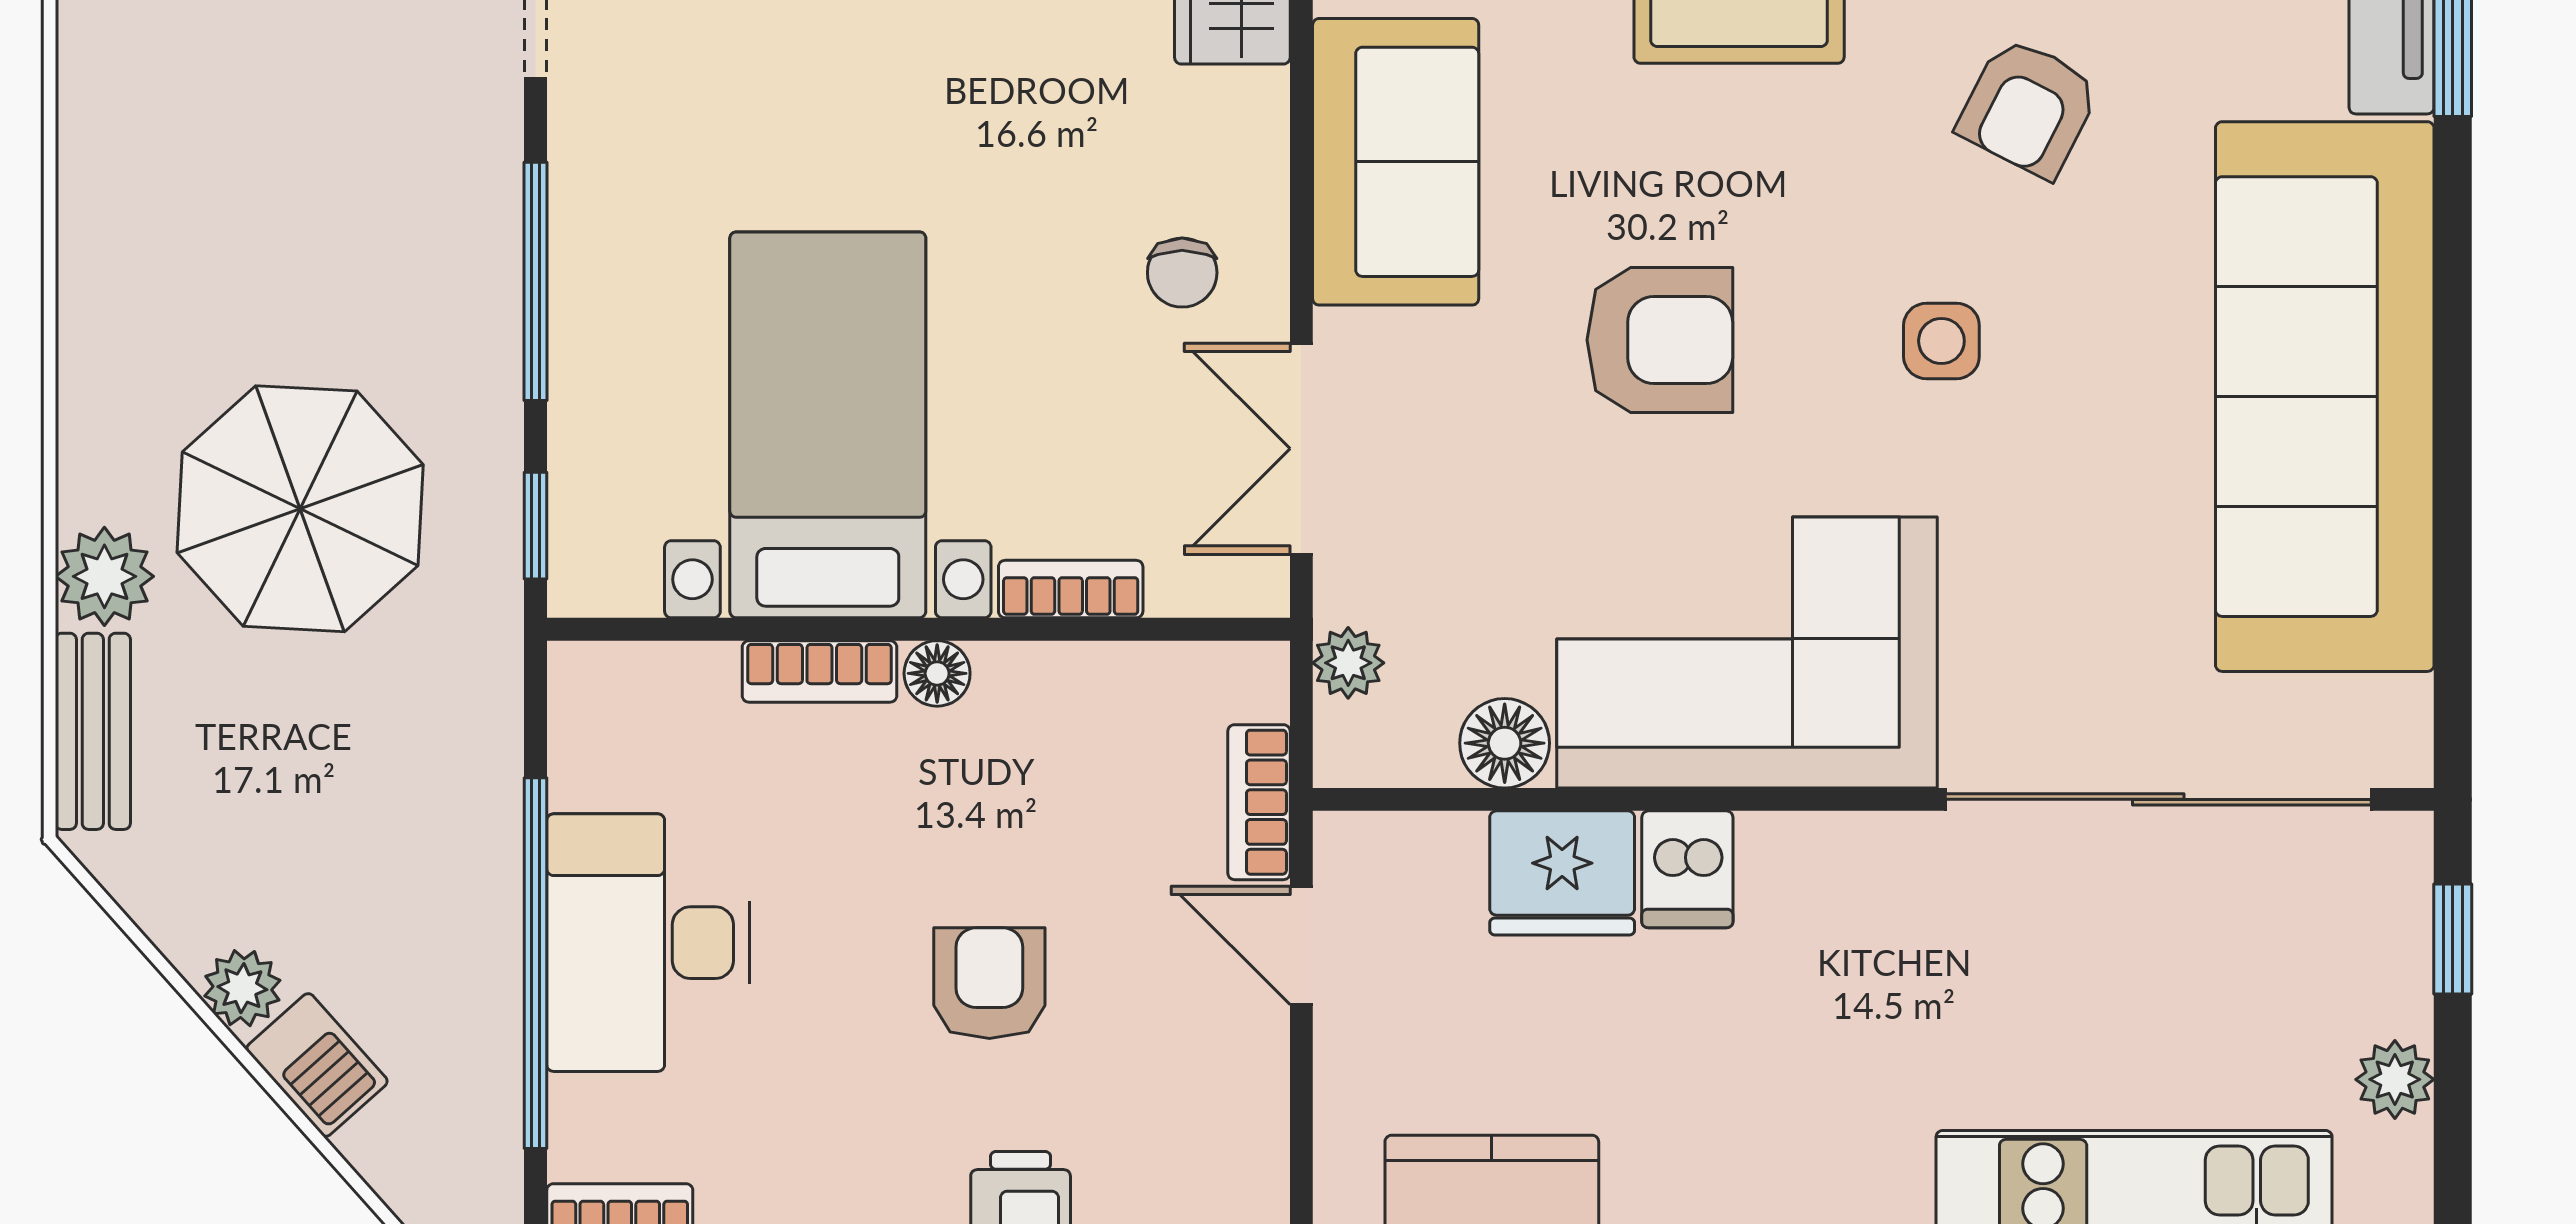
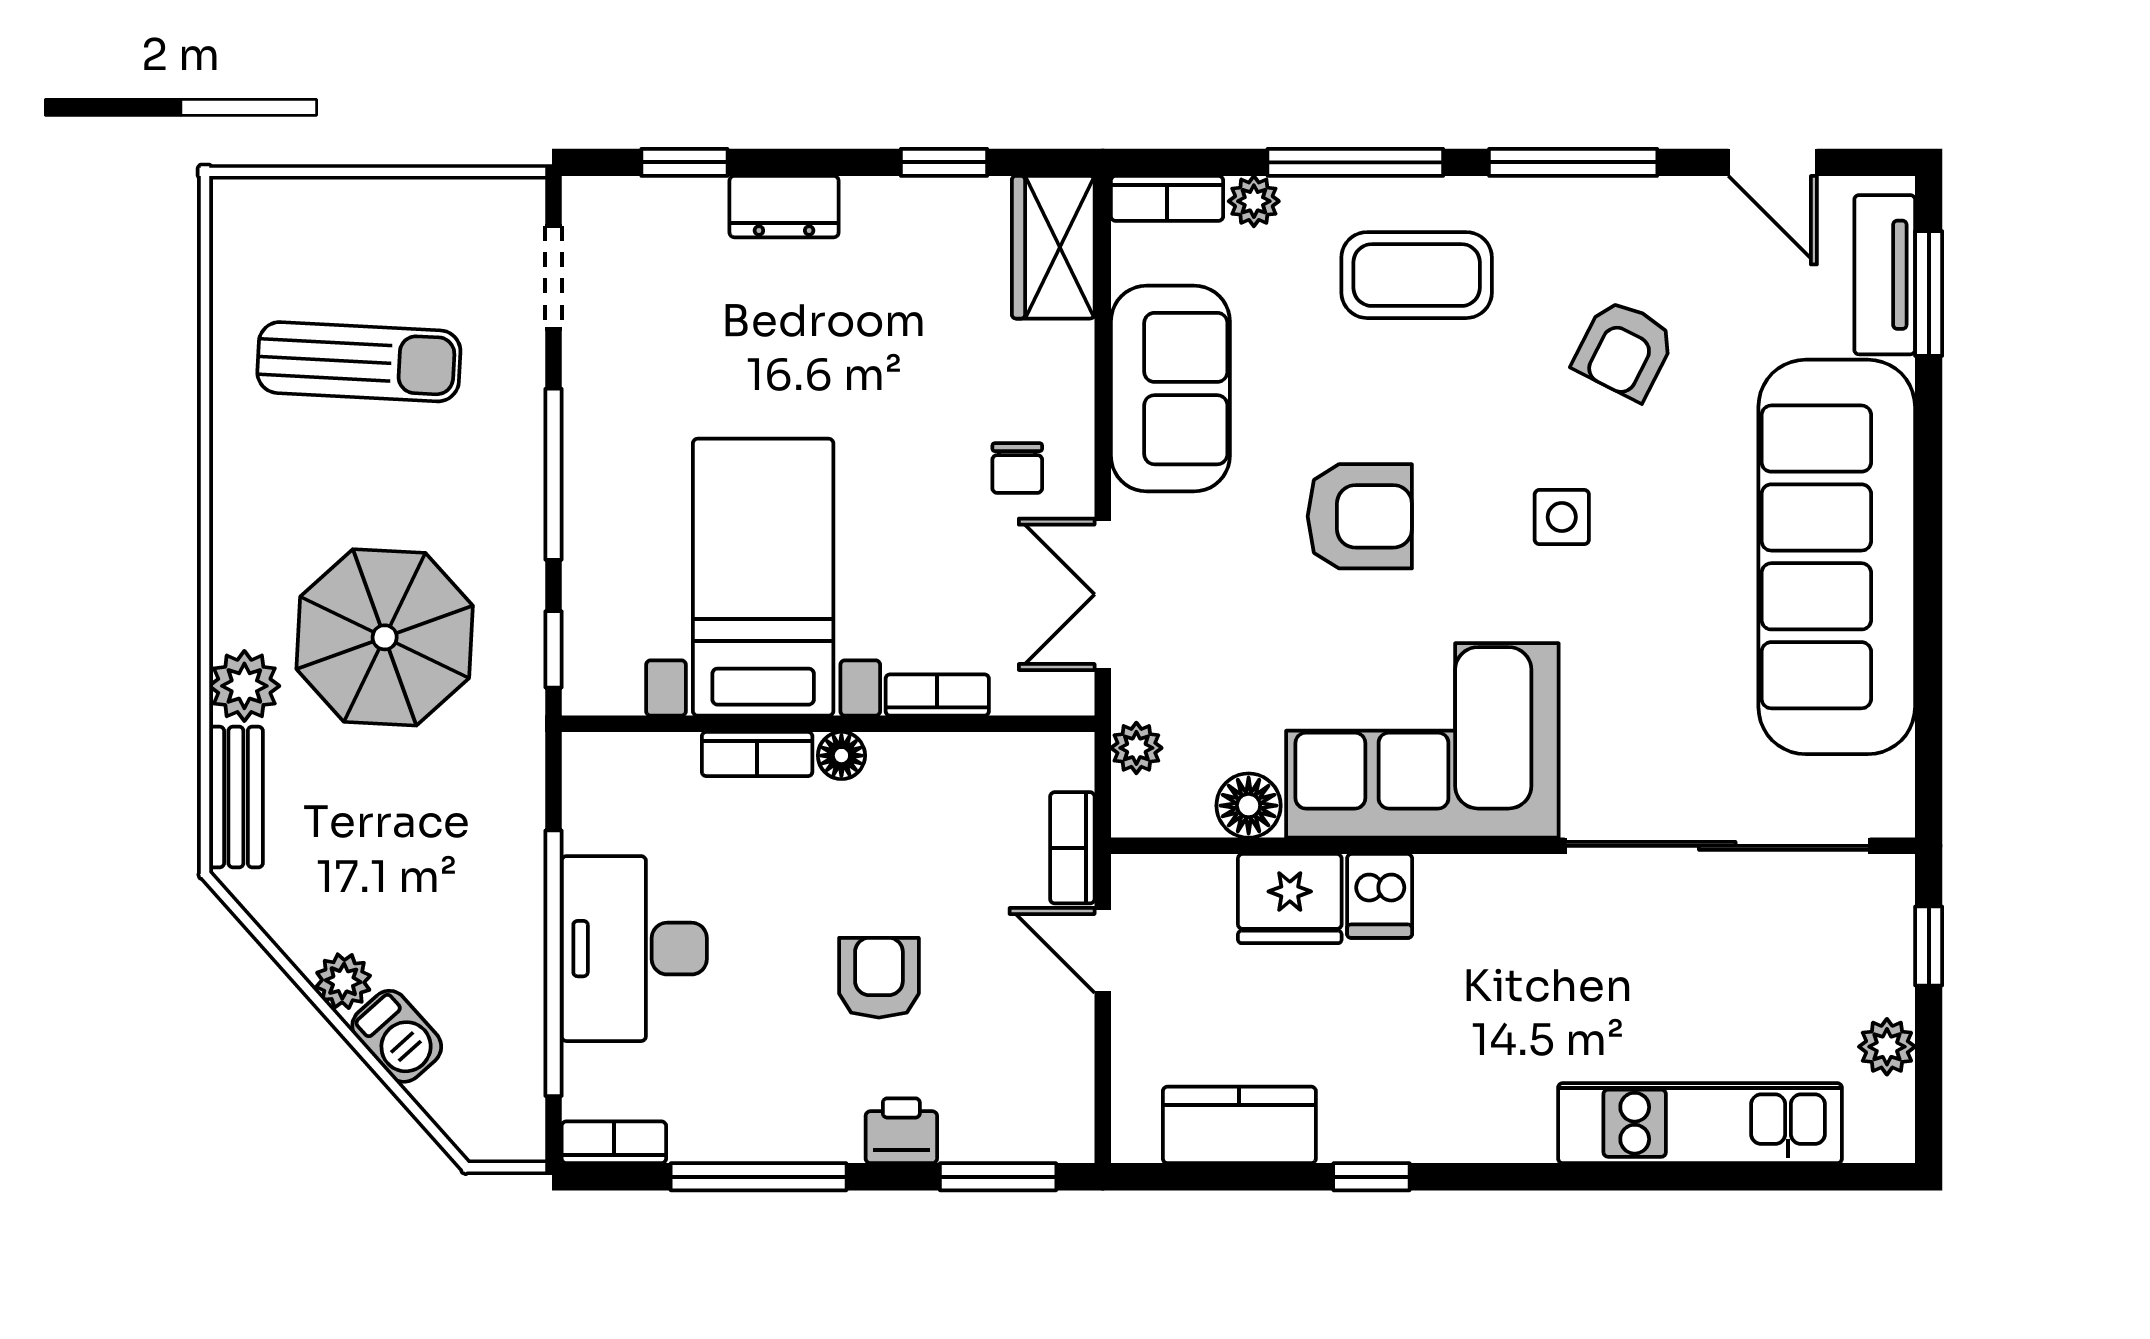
sun lounger: (264, 124) -> (359, 362), added

